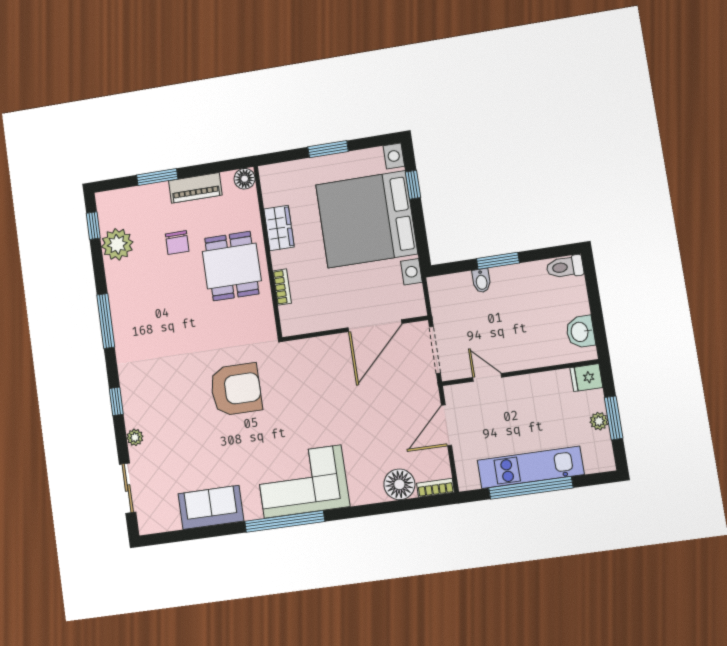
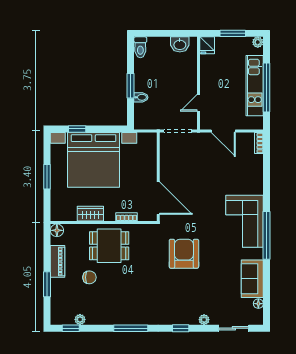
plant: (117, 244) -> (80, 319), width x0.53, depth x0.53
door: (375, 326) -> (158, 198), moved
plant: (599, 421) -> (258, 42), moved
floor lamp: (399, 484) -> (258, 304), moved, width x0.53, depth x0.53

